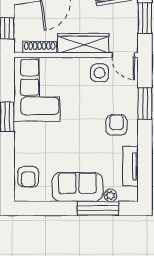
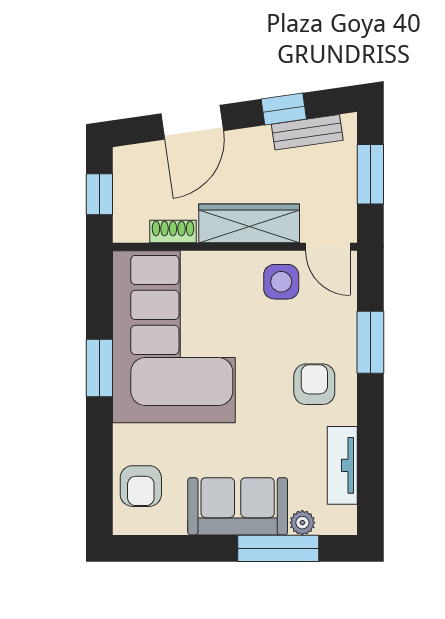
shoe rack: (40, 47) -> (173, 232), width x0.70
corner sofa: (37, 89) -> (174, 337), width x1.36, depth x1.36

